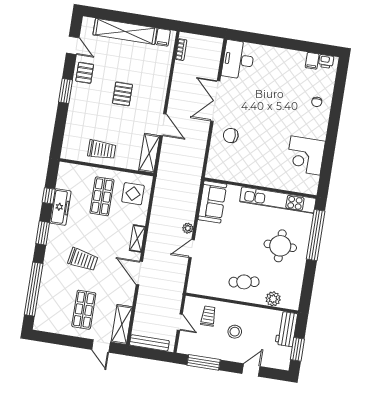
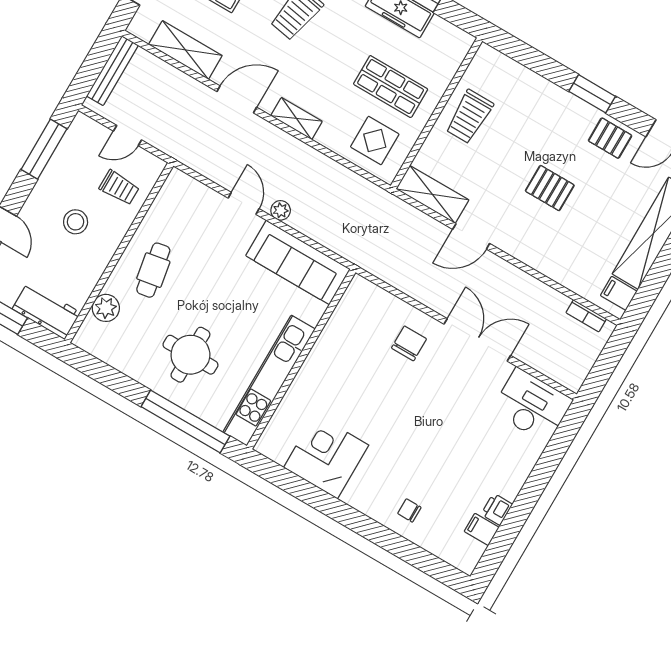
printer: (326, 61) -> (497, 509), moved
sofa: (212, 202) -> (298, 262), width x1.36
shelving: (122, 324) -> (185, 50), moved

